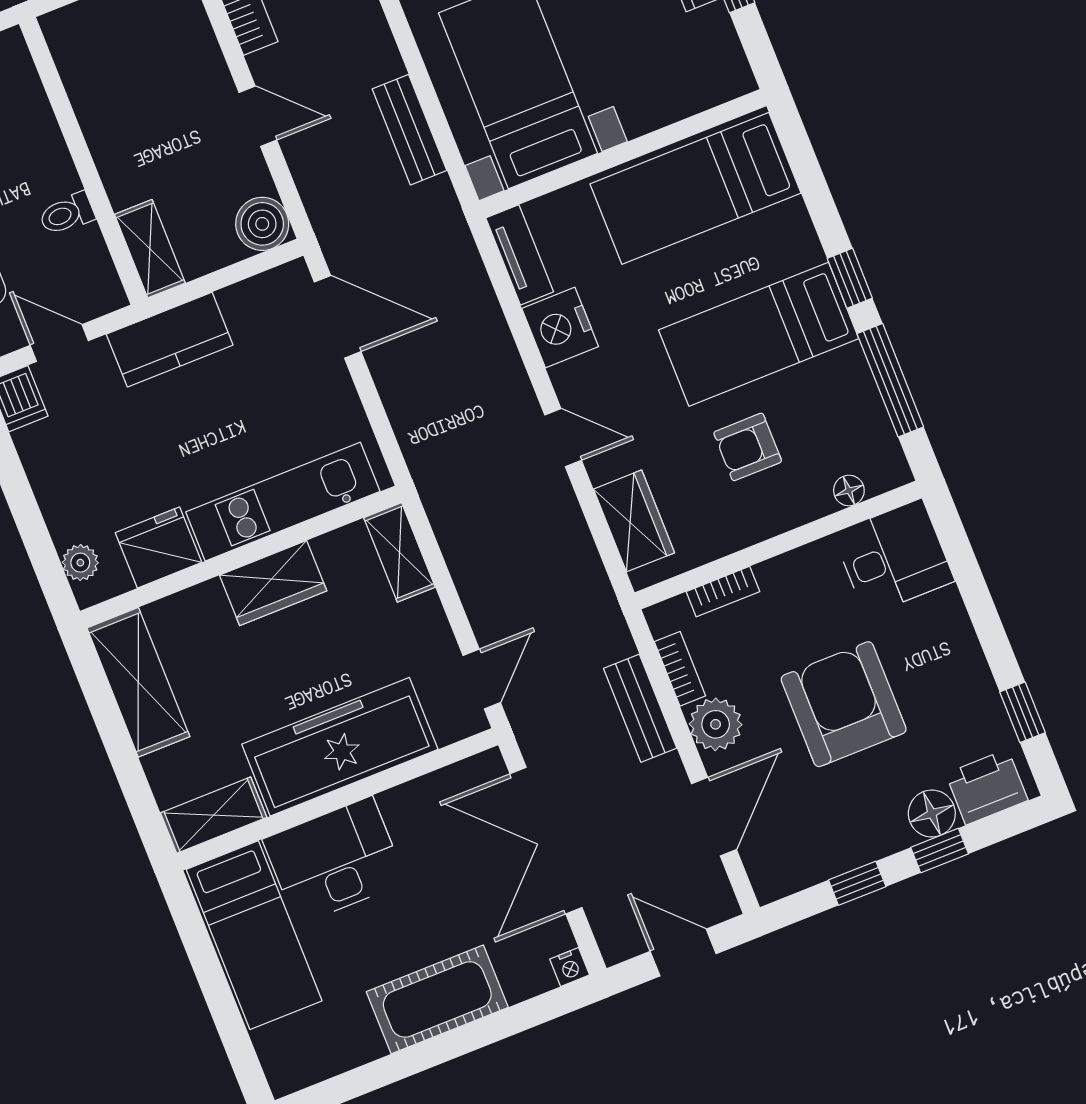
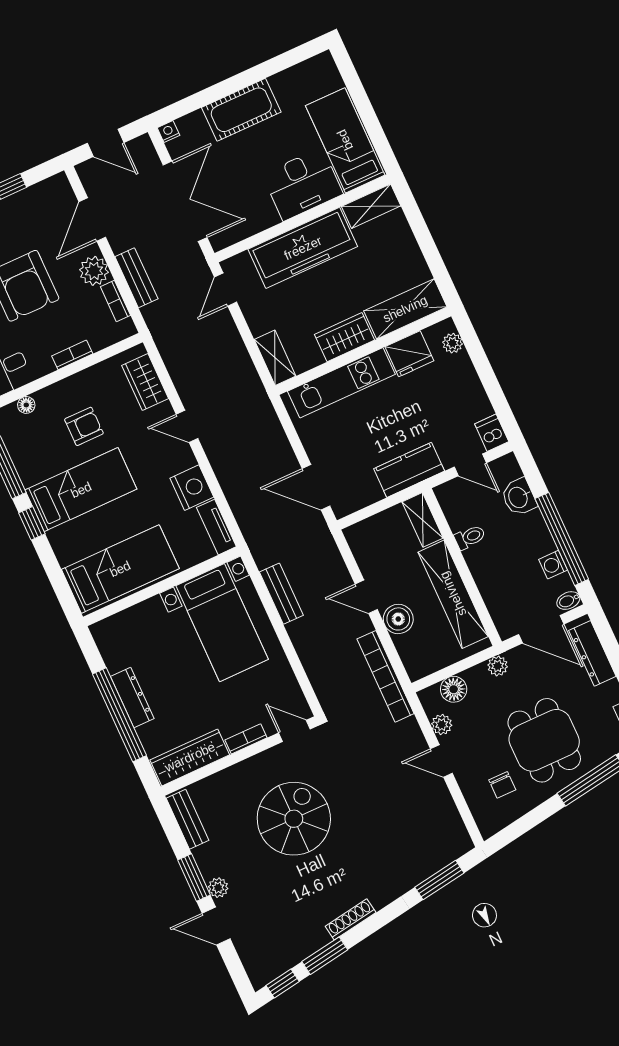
shelving: (102, 113) -> (453, 594), added
boiler: (262, 224) -> (398, 619), moved
bookcase: (723, 592) -> (72, 355), moved
shelving: (138, 682) -> (405, 309), moved, turned 90

